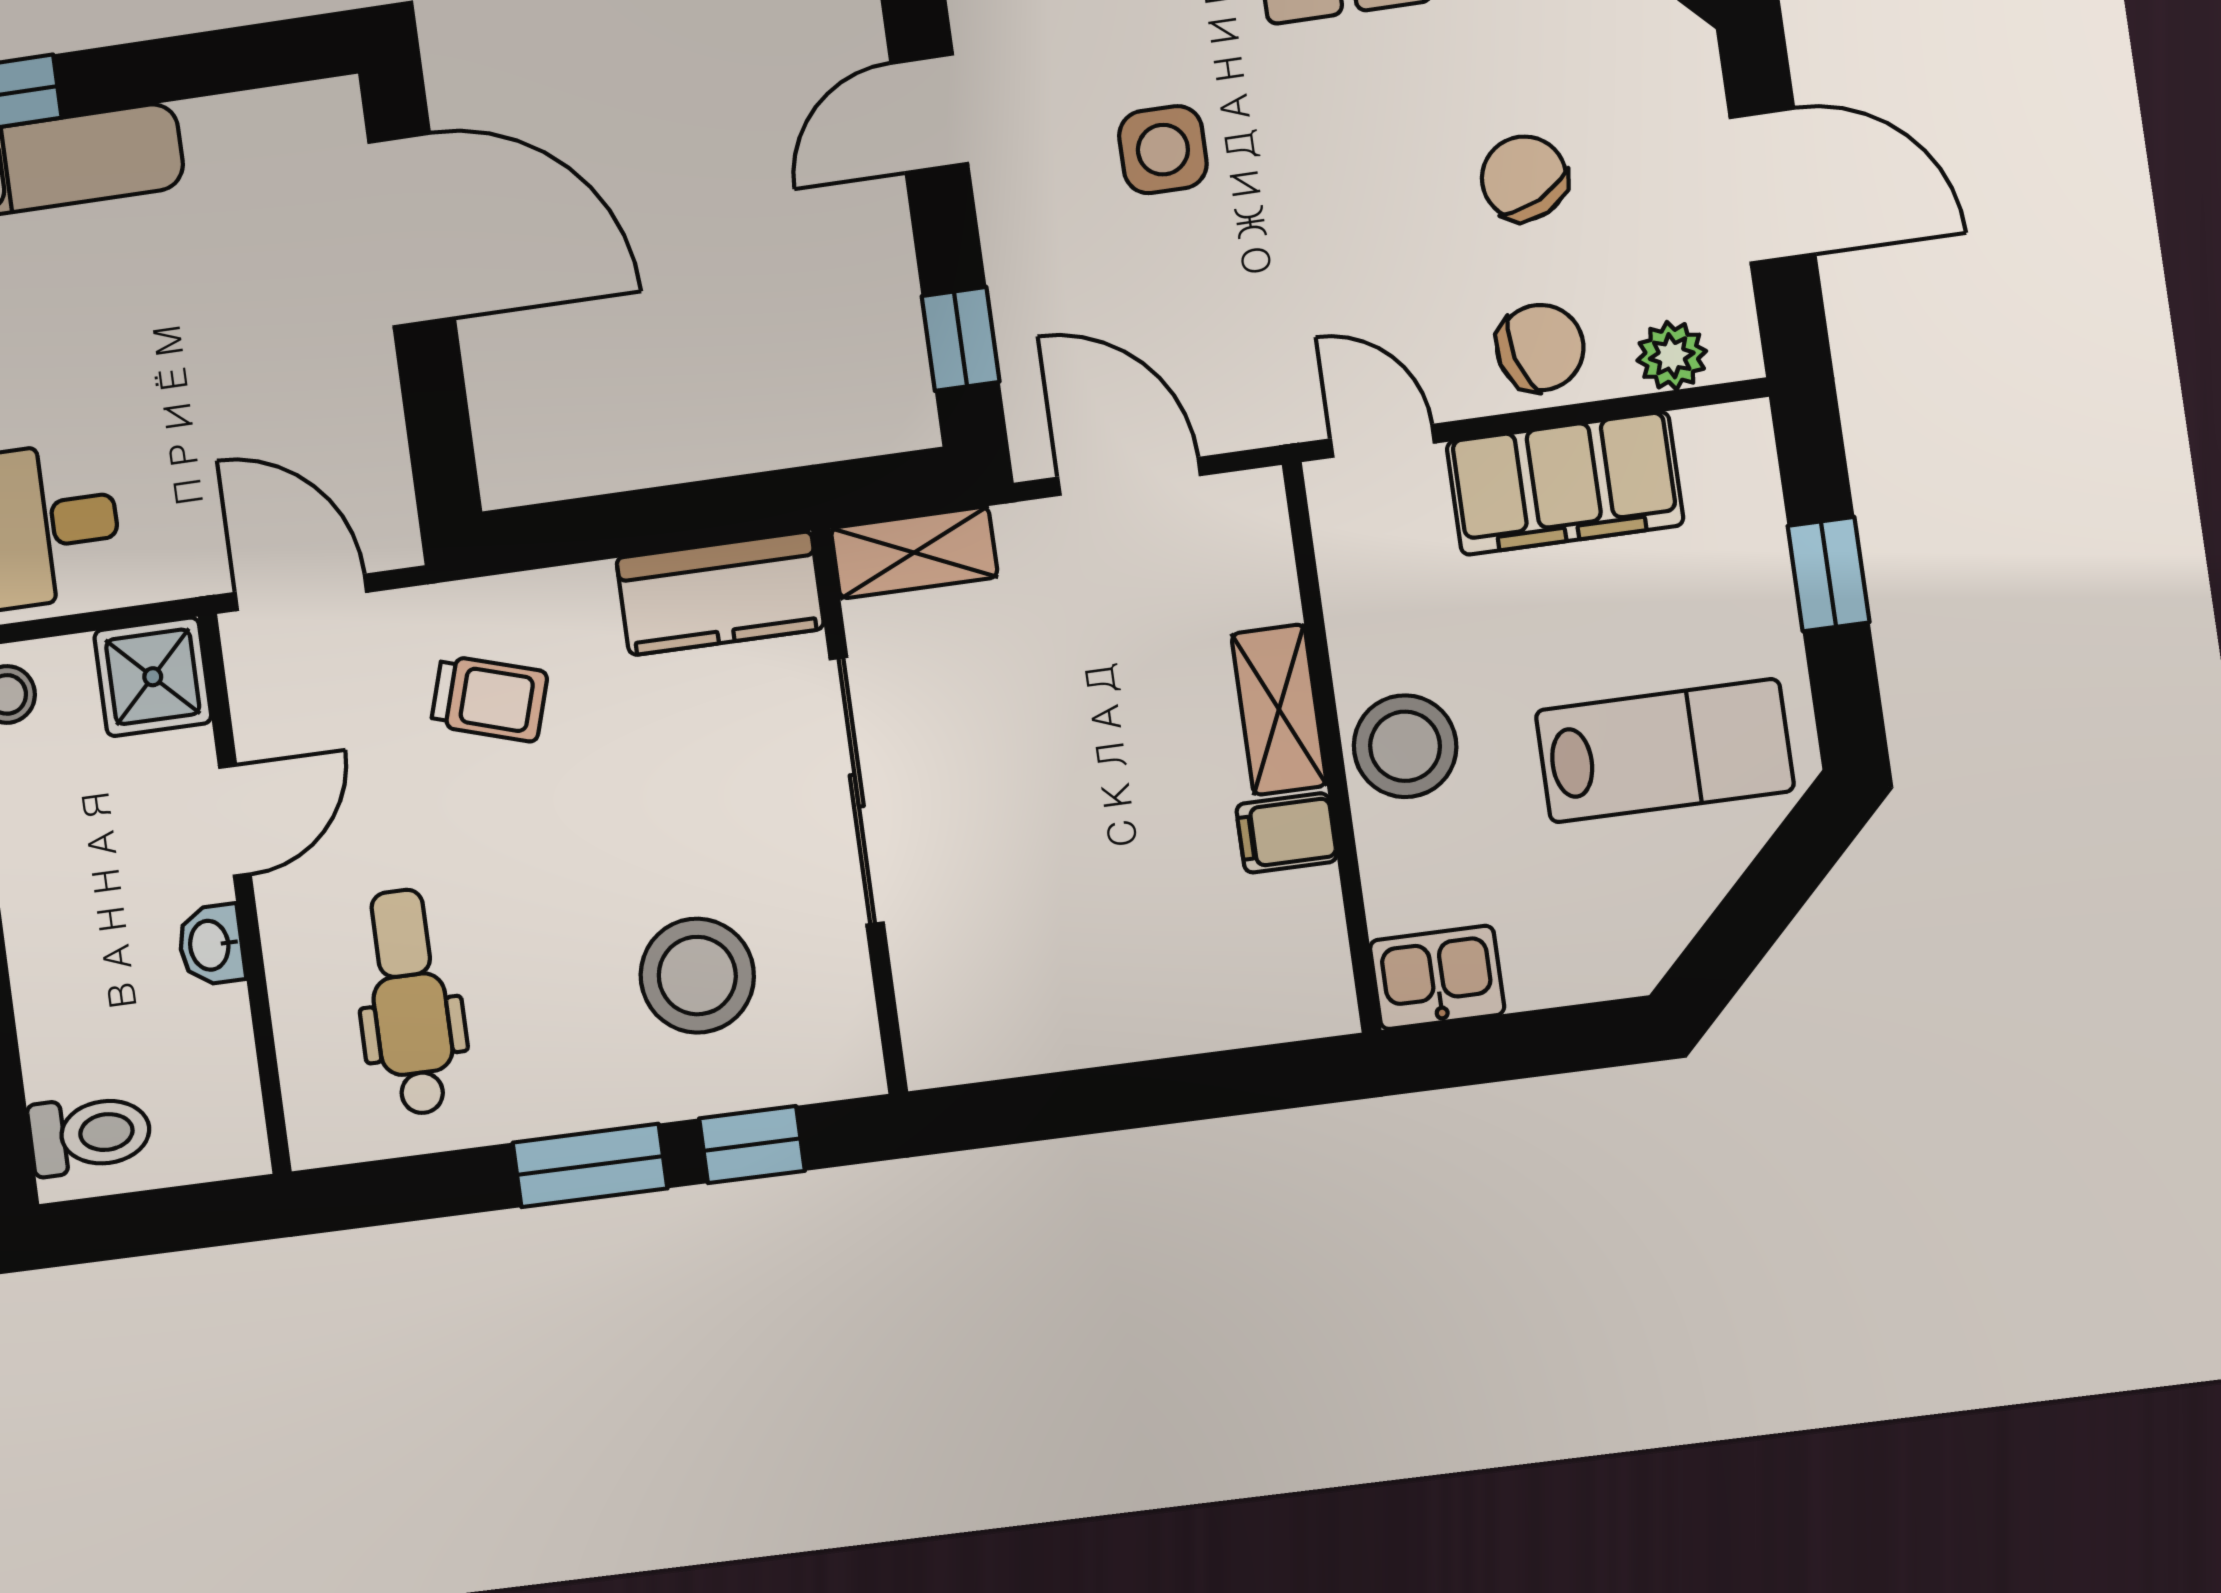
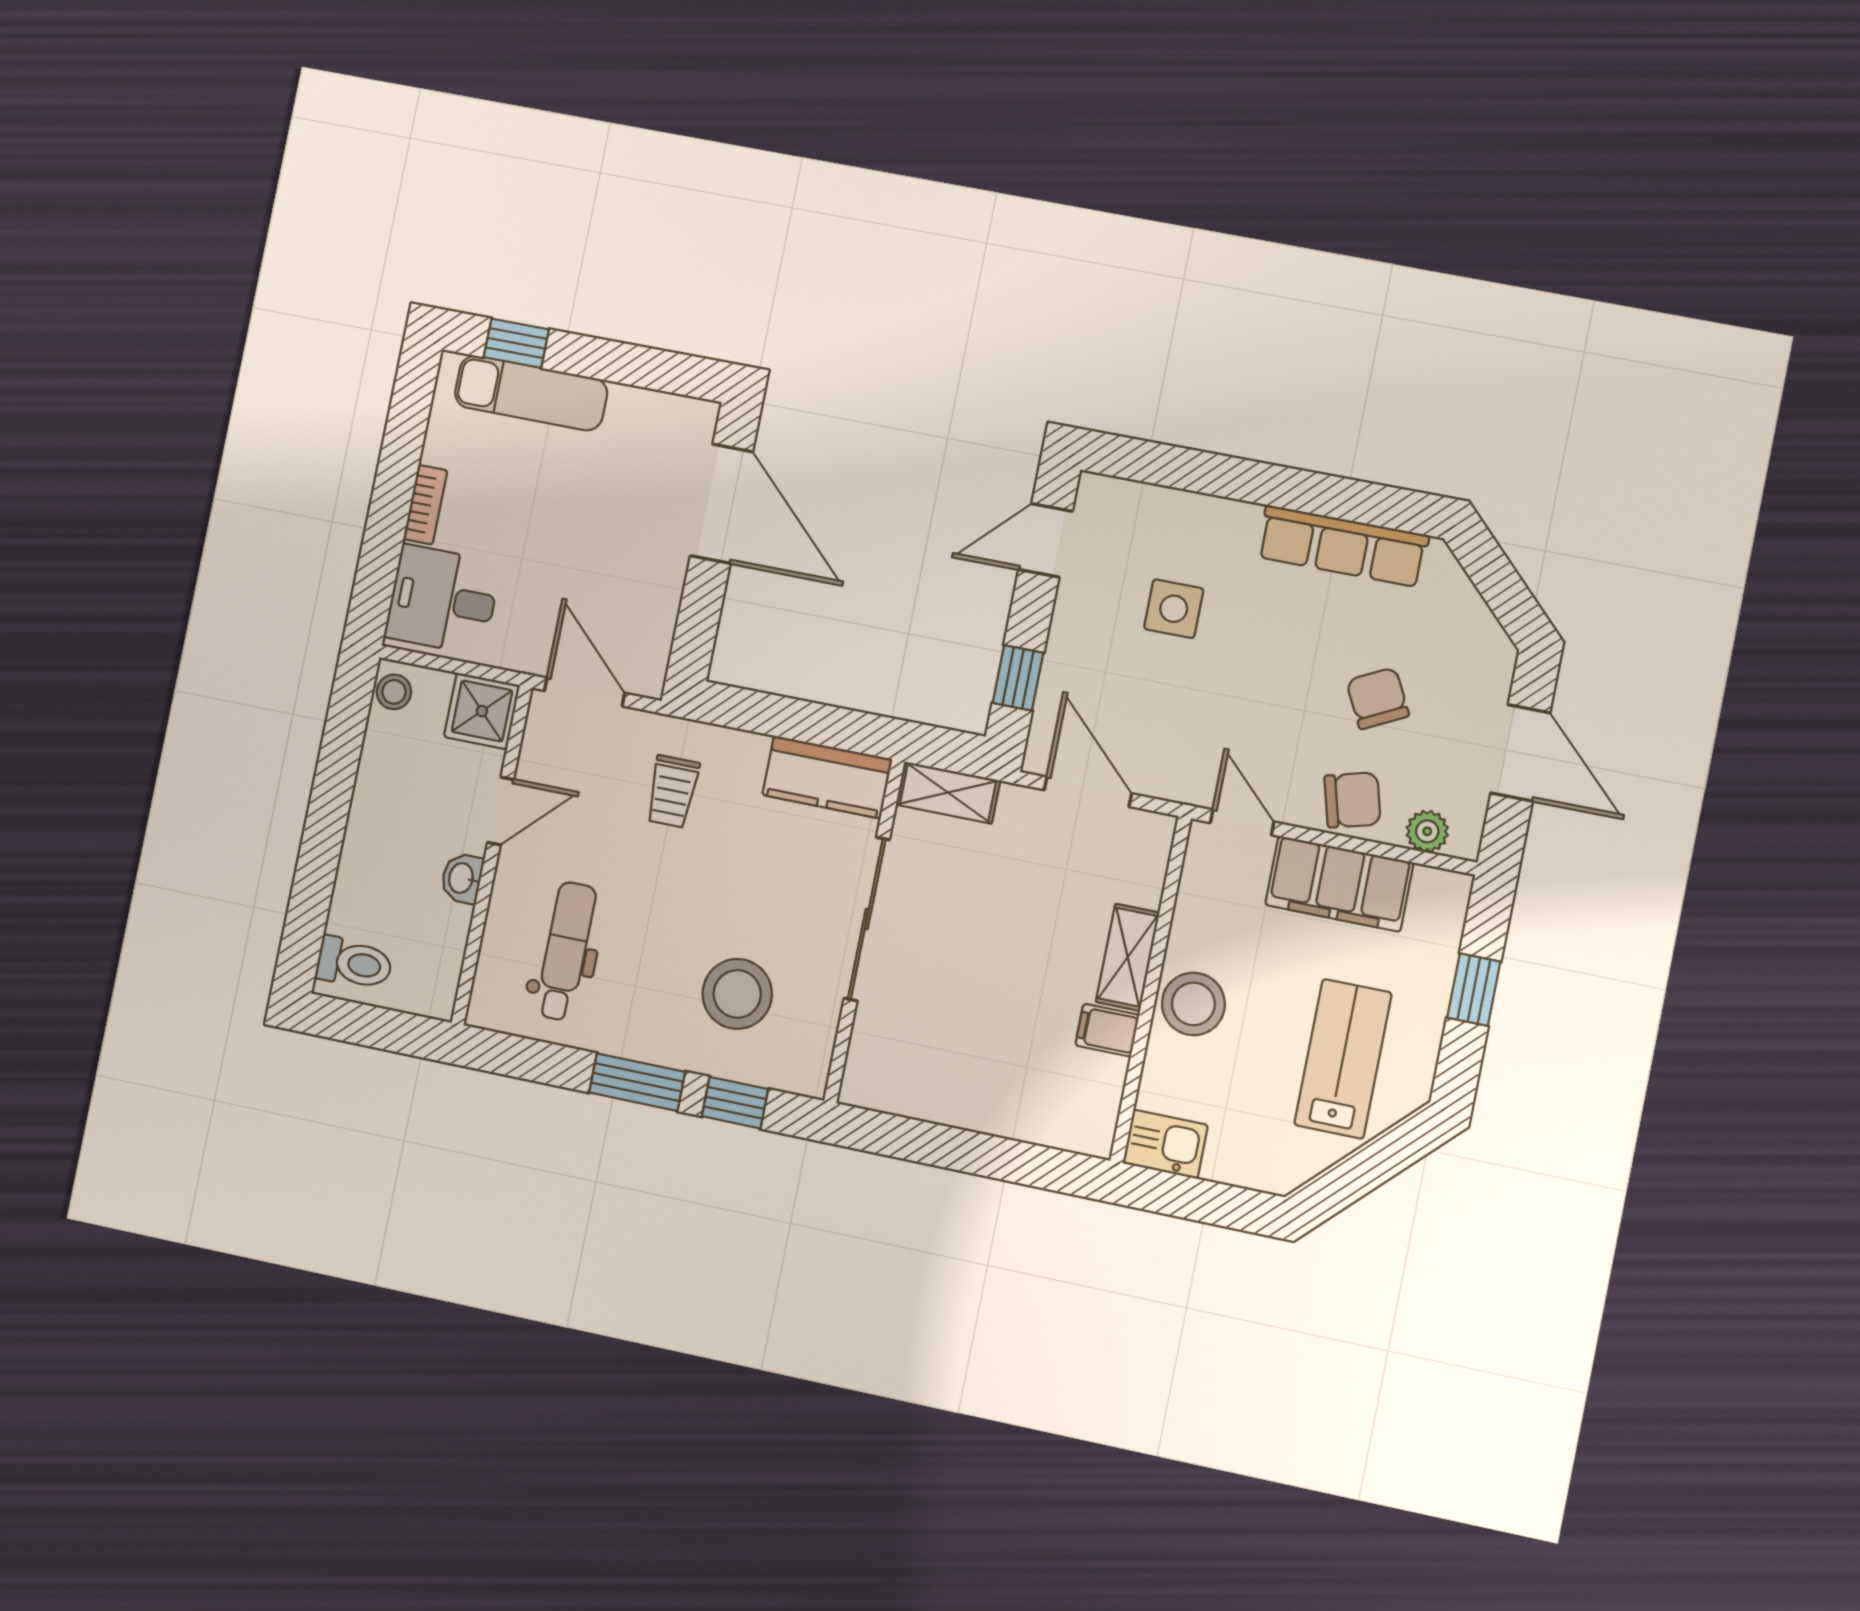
trolley: (489, 699) -> (672, 792), turned 73
lab bench: (1665, 751) -> (1343, 1059), turned -90

